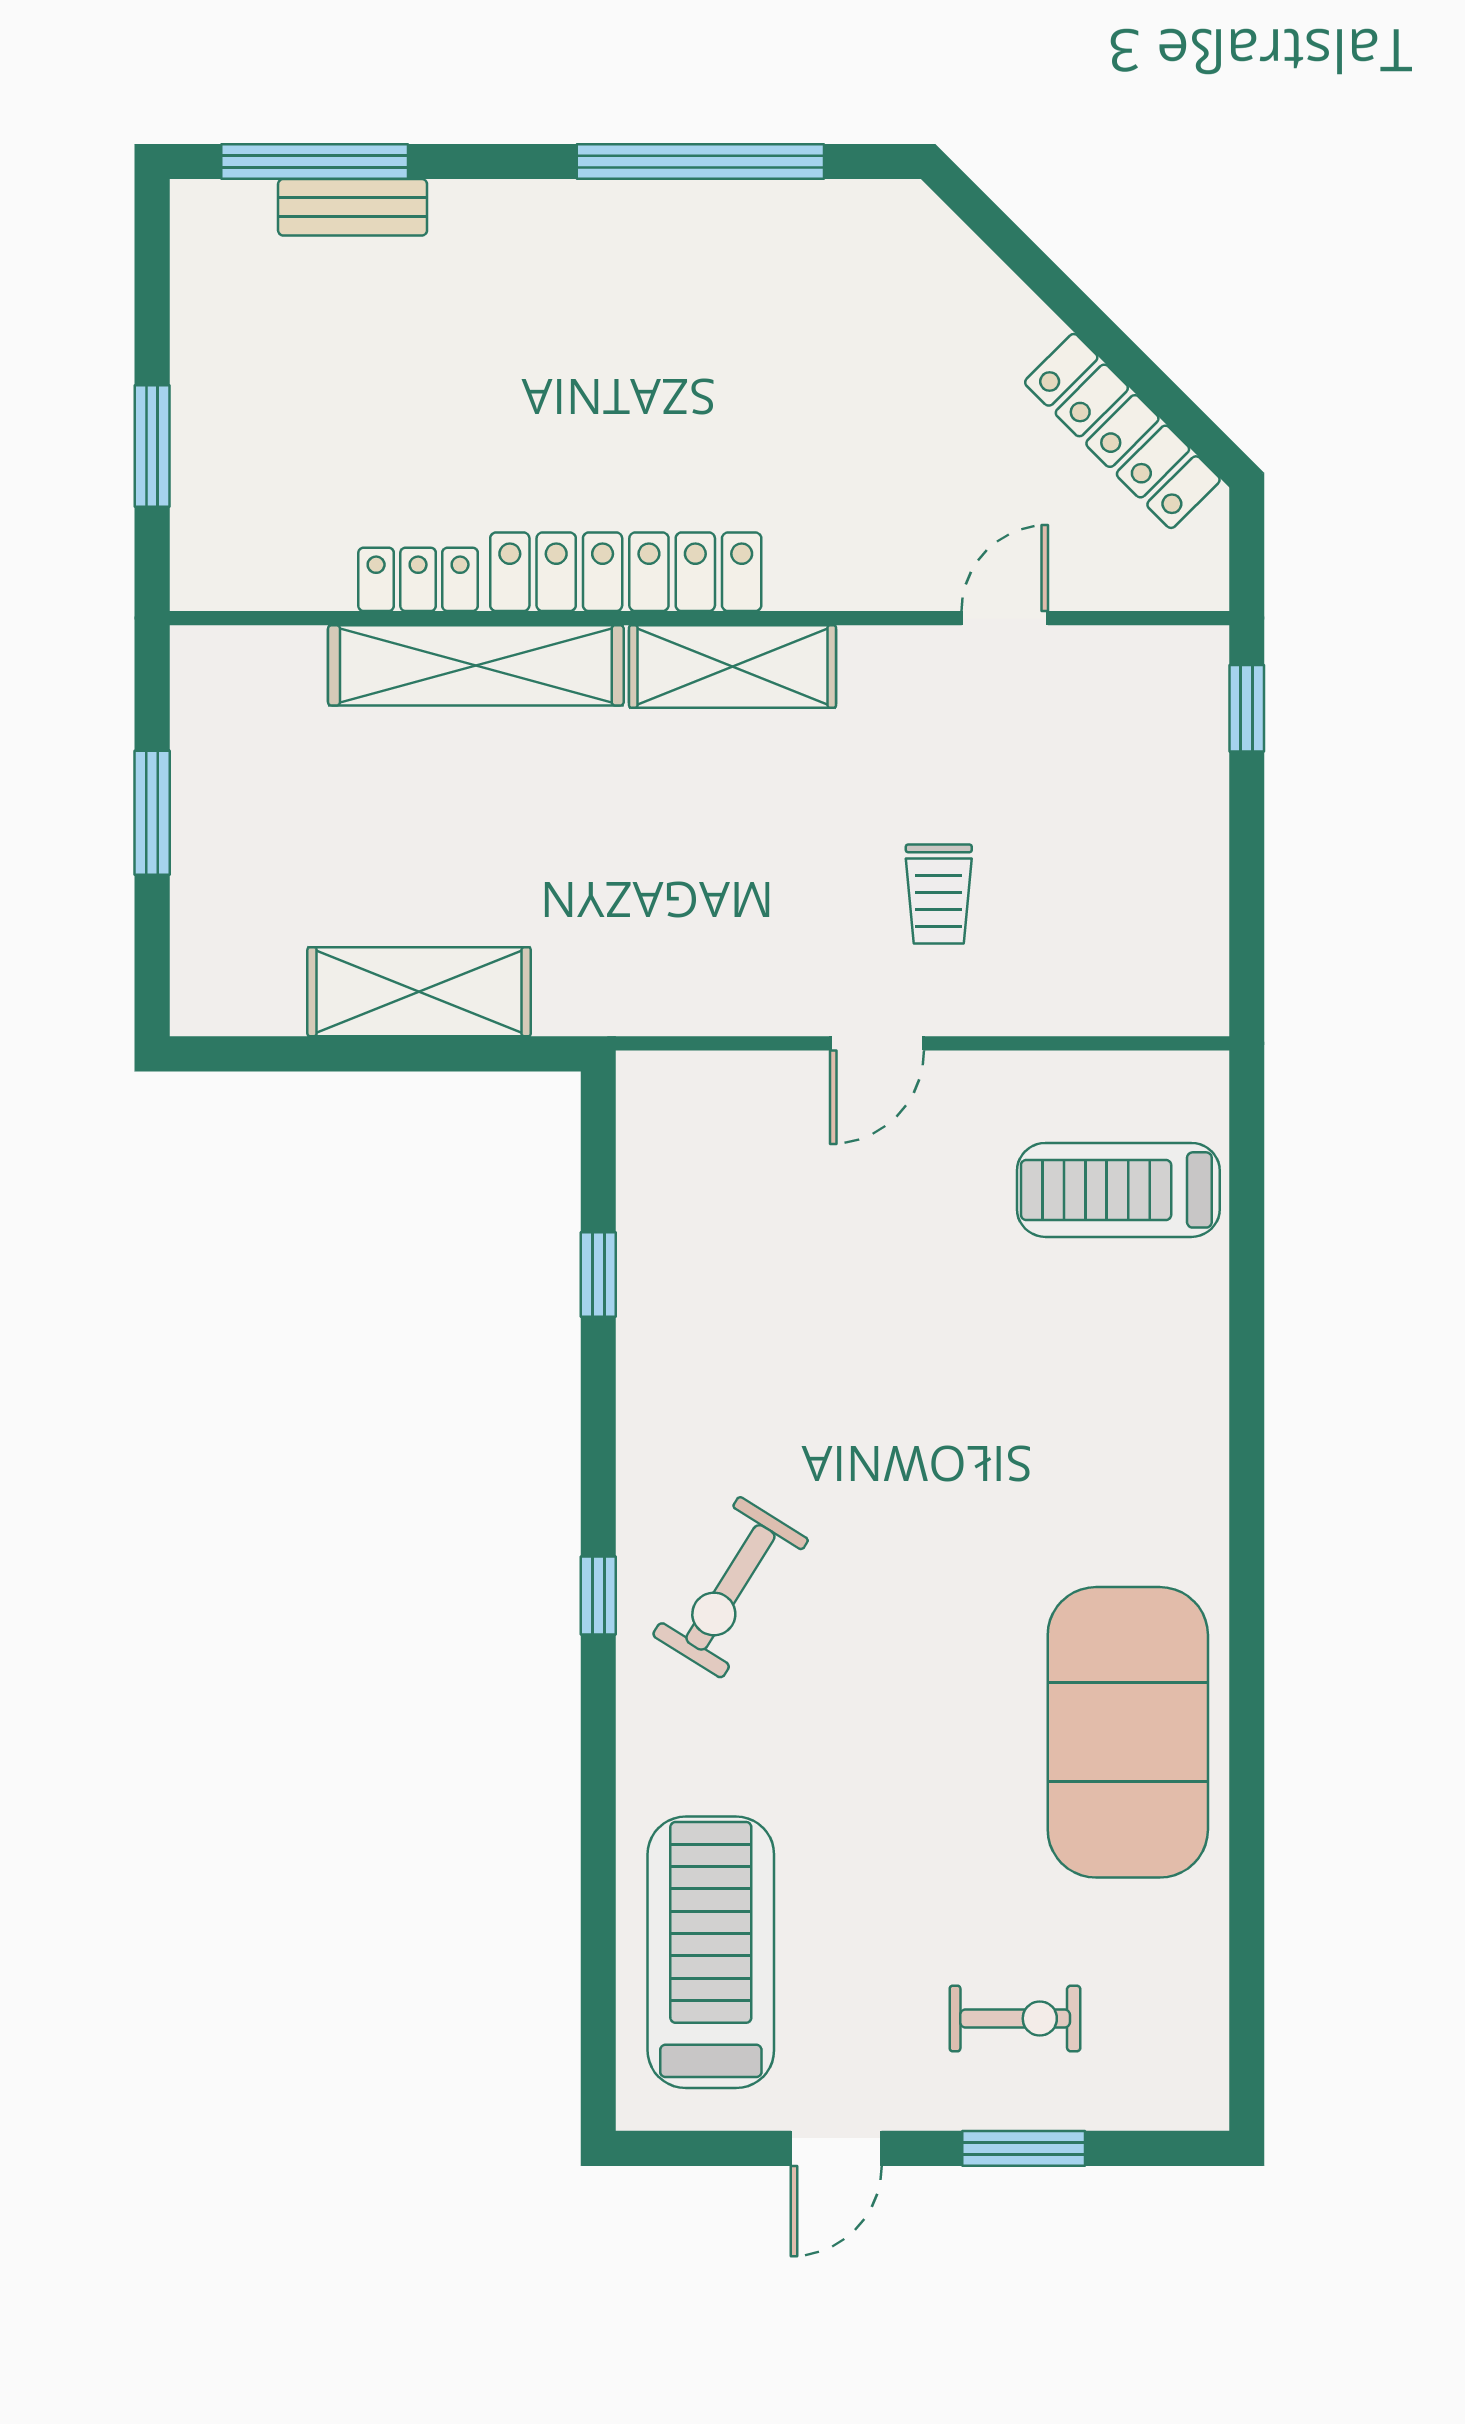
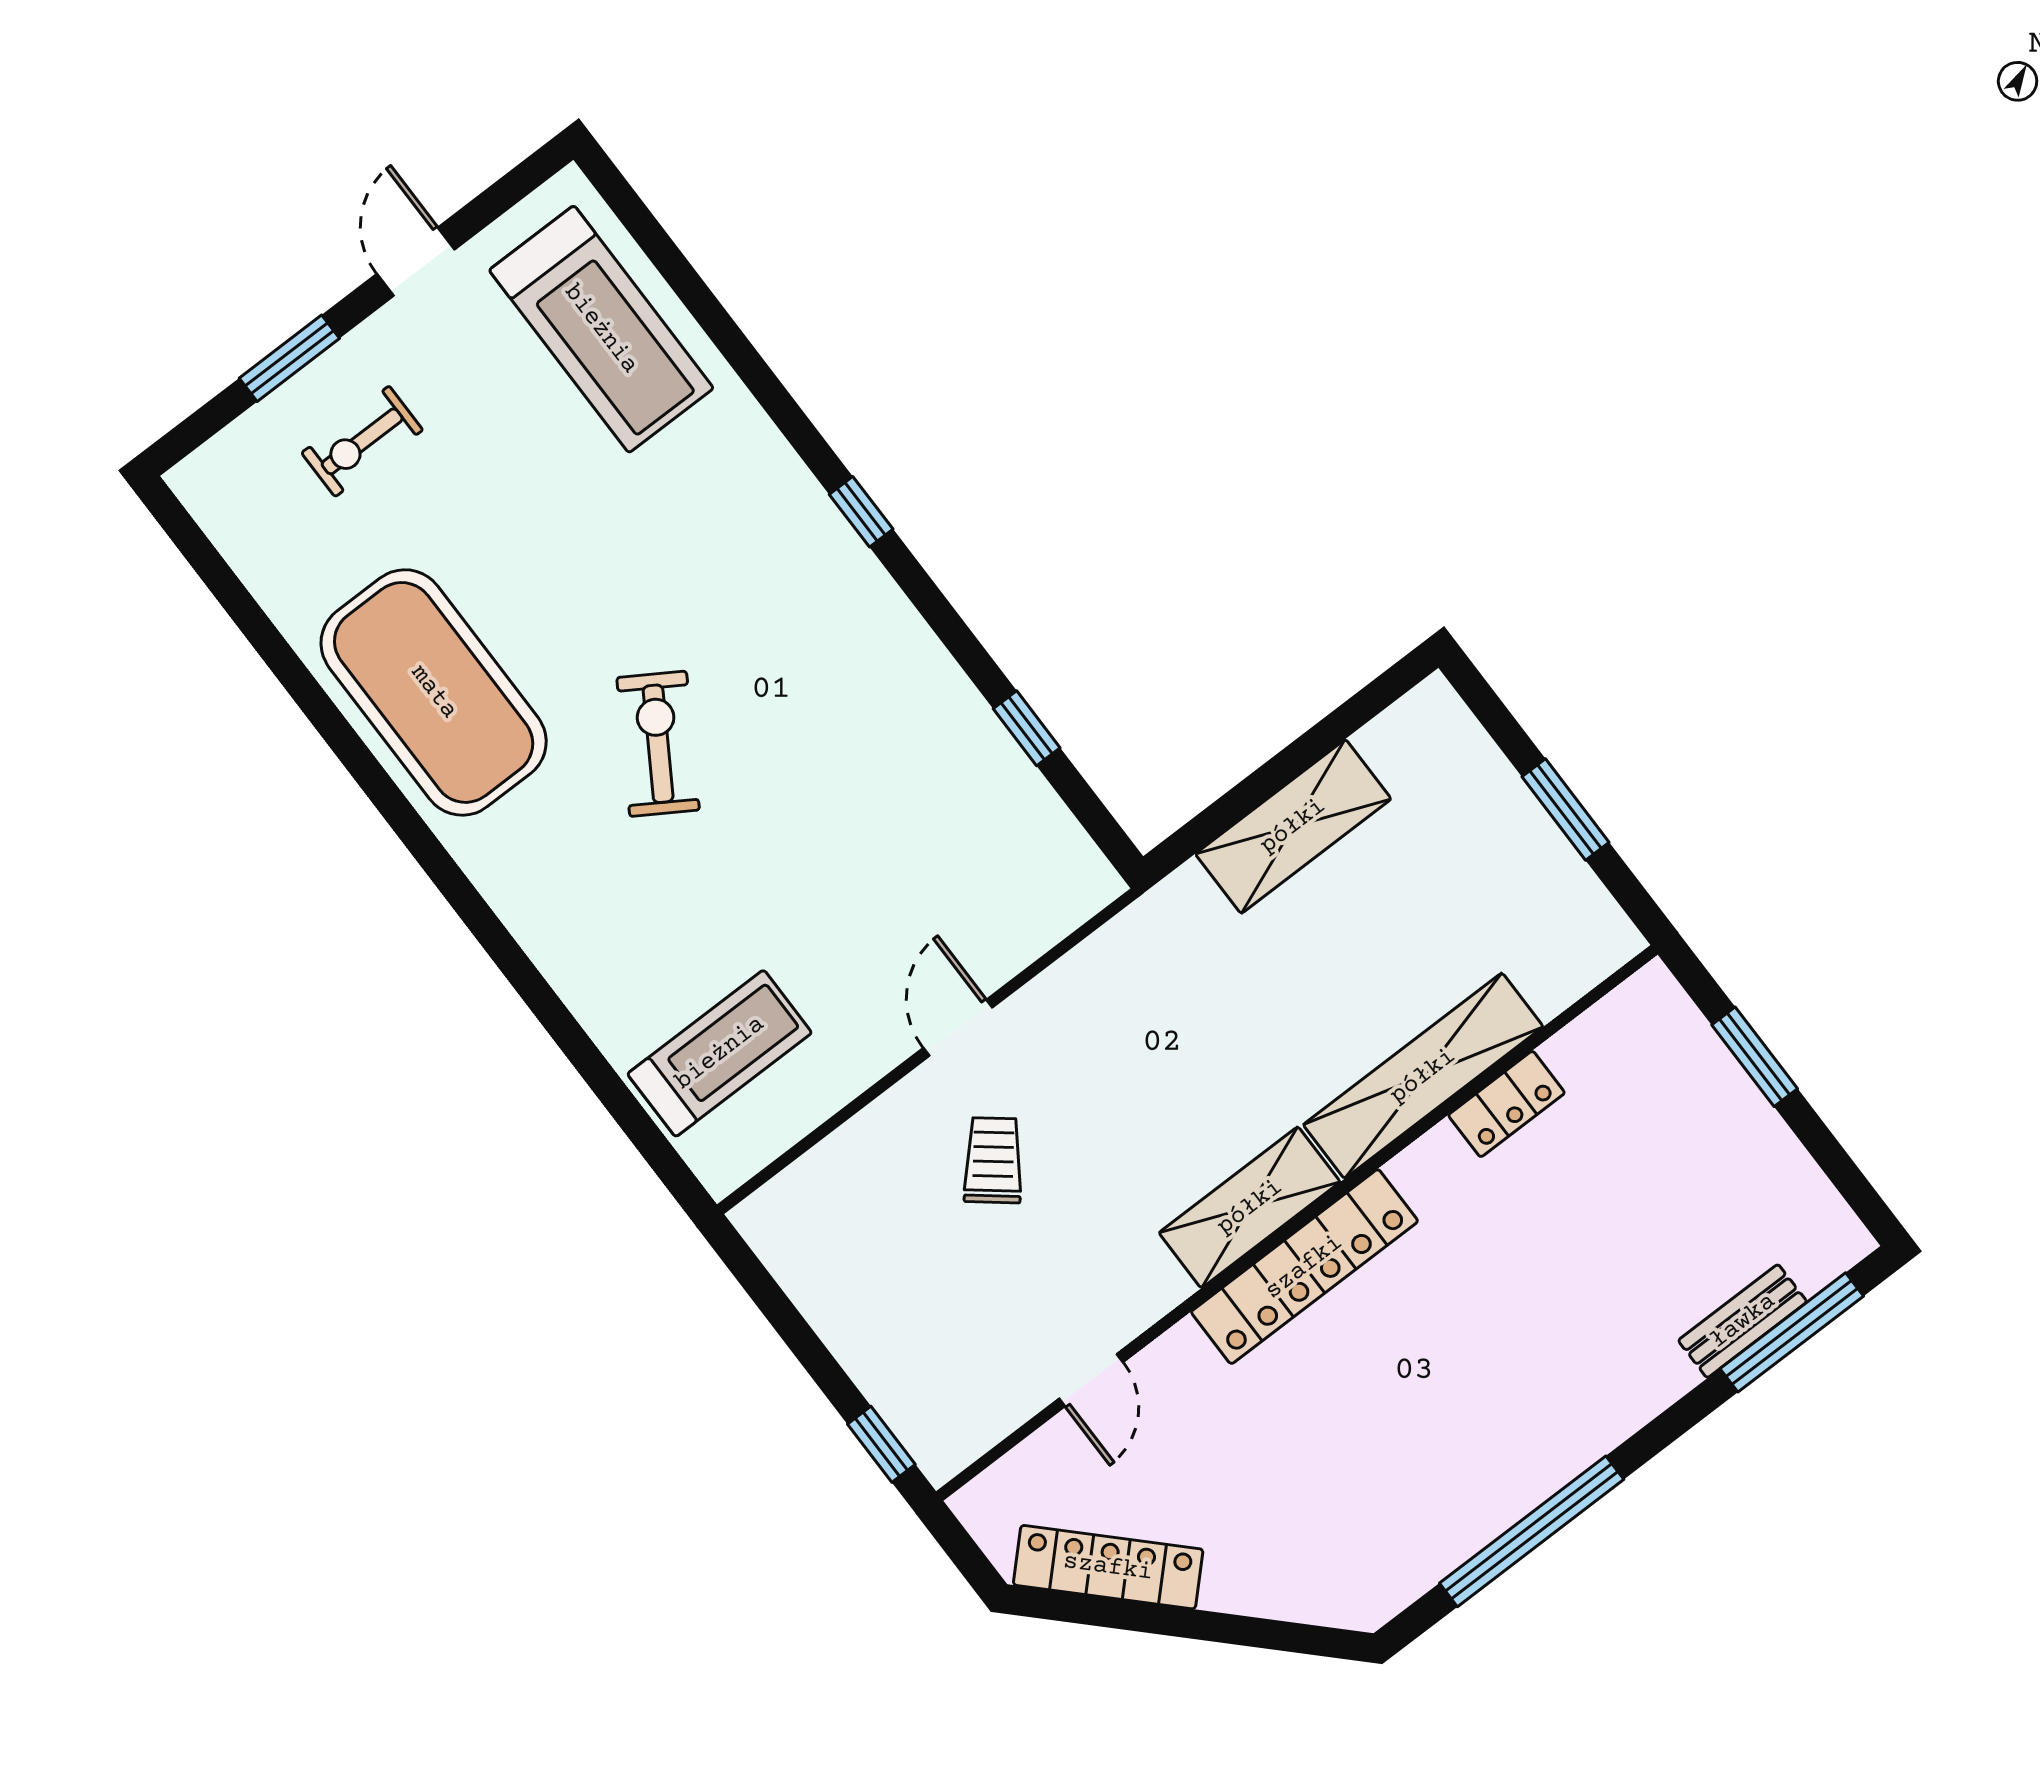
locker: (626, 572) -> (1304, 1267), moved
trolley: (939, 894) -> (993, 1160), turned 39
exercise bike: (730, 1587) -> (658, 744), moved

